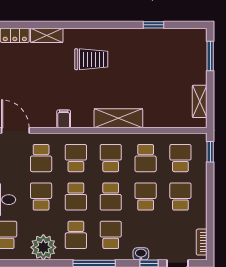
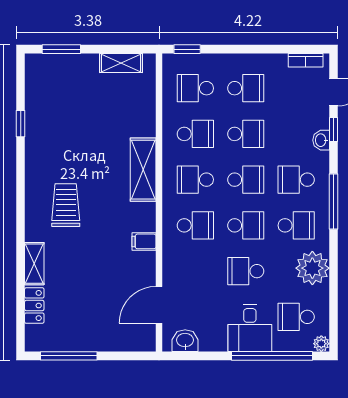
school desk: (41, 158) -> (195, 271), removed
school desk: (76, 158) -> (195, 225), turned 180
school desk: (146, 196) -> (246, 134), turned 180
school desk: (180, 196) -> (246, 88), turned 180

